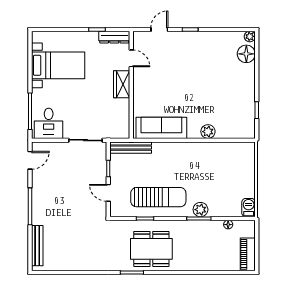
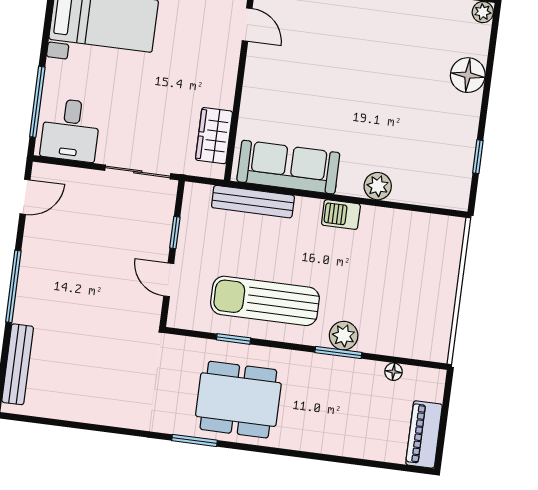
floor lamp: (246, 54) -> (468, 75), moved
wardrobe: (122, 84) -> (214, 136), moved
bench: (131, 148) -> (253, 202), moved
sun lounger: (158, 197) -> (265, 301), turned 180
barbecue: (249, 208) -> (341, 215), moved, turned -90

